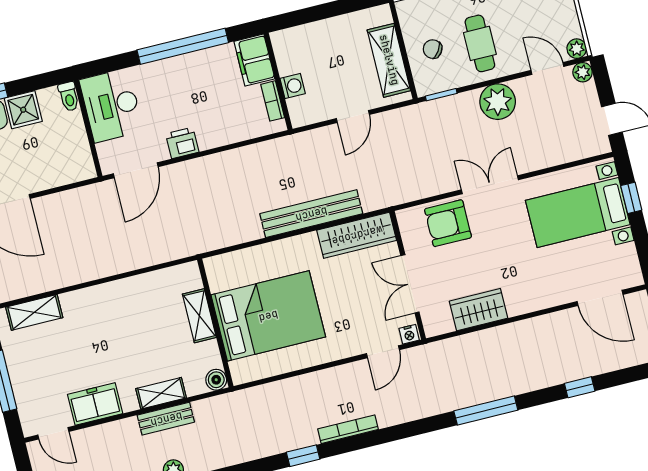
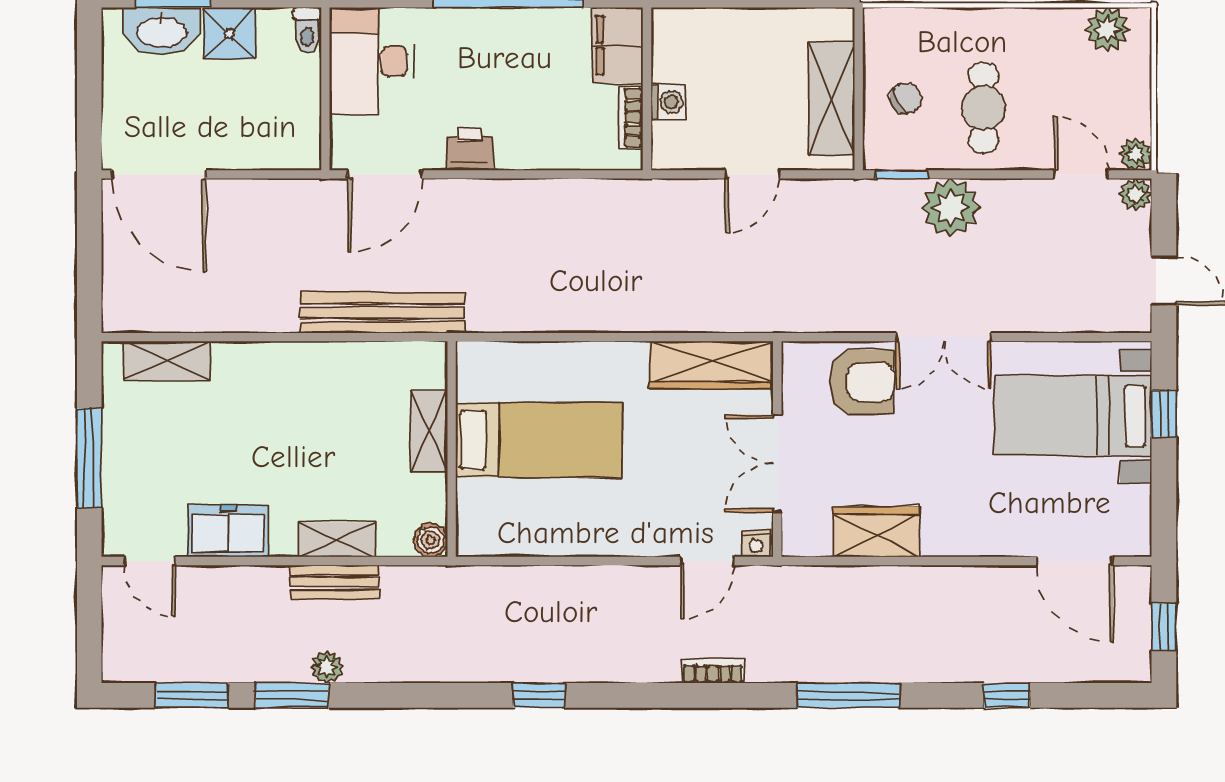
chair: (433, 49) -> (906, 98), turned 116
plant: (498, 102) -> (951, 208), moved
double door: (490, 185) -> (944, 337), swing flipped
bench: (311, 214) -> (383, 313), moved
armchair: (448, 223) -> (862, 382), turned 180
bed: (268, 316) -> (539, 440), width x0.67
bookcase: (348, 429) -> (713, 671), moved, width x0.64

